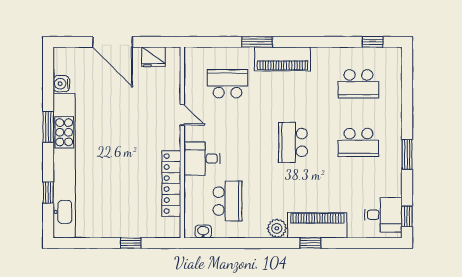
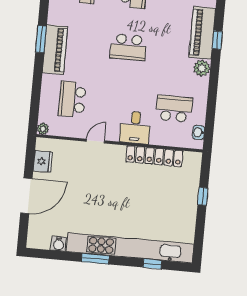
window: (257, 42) -> (41, 39), moved
plant: (191, 54) -> (43, 129), added

